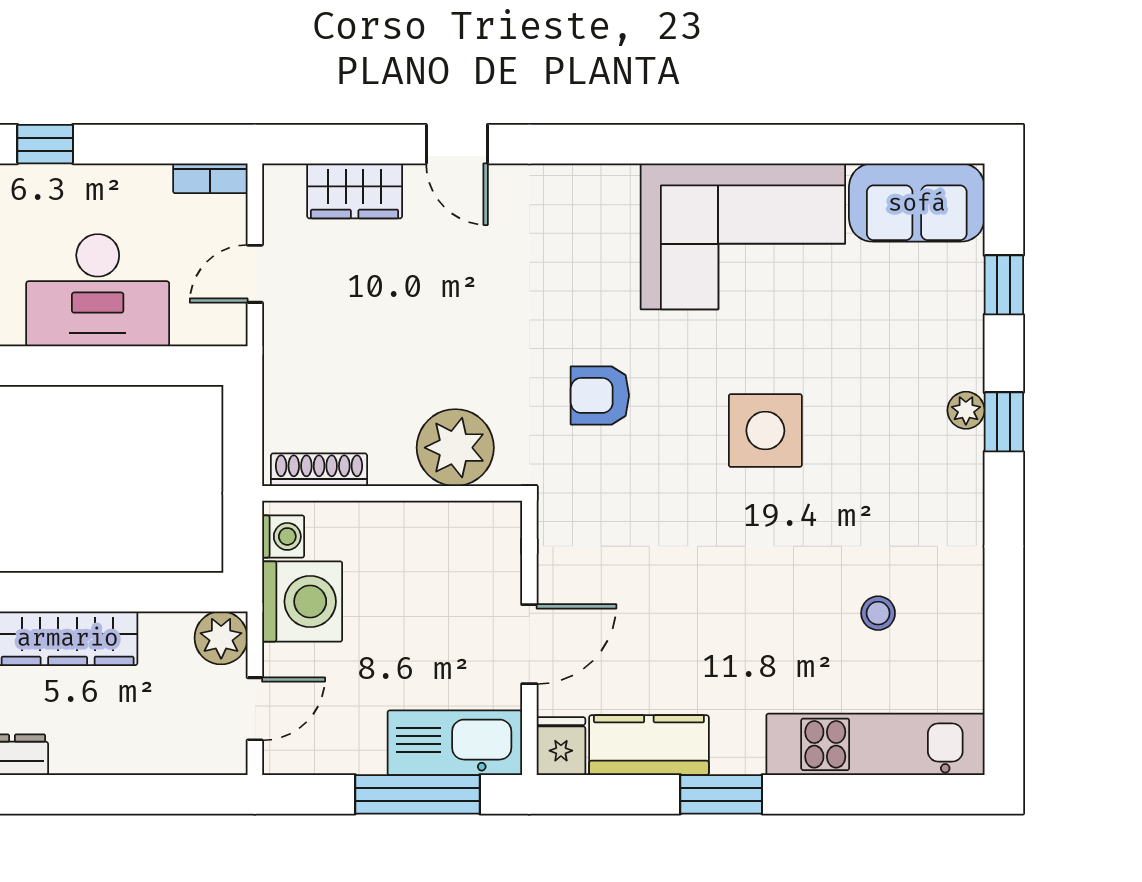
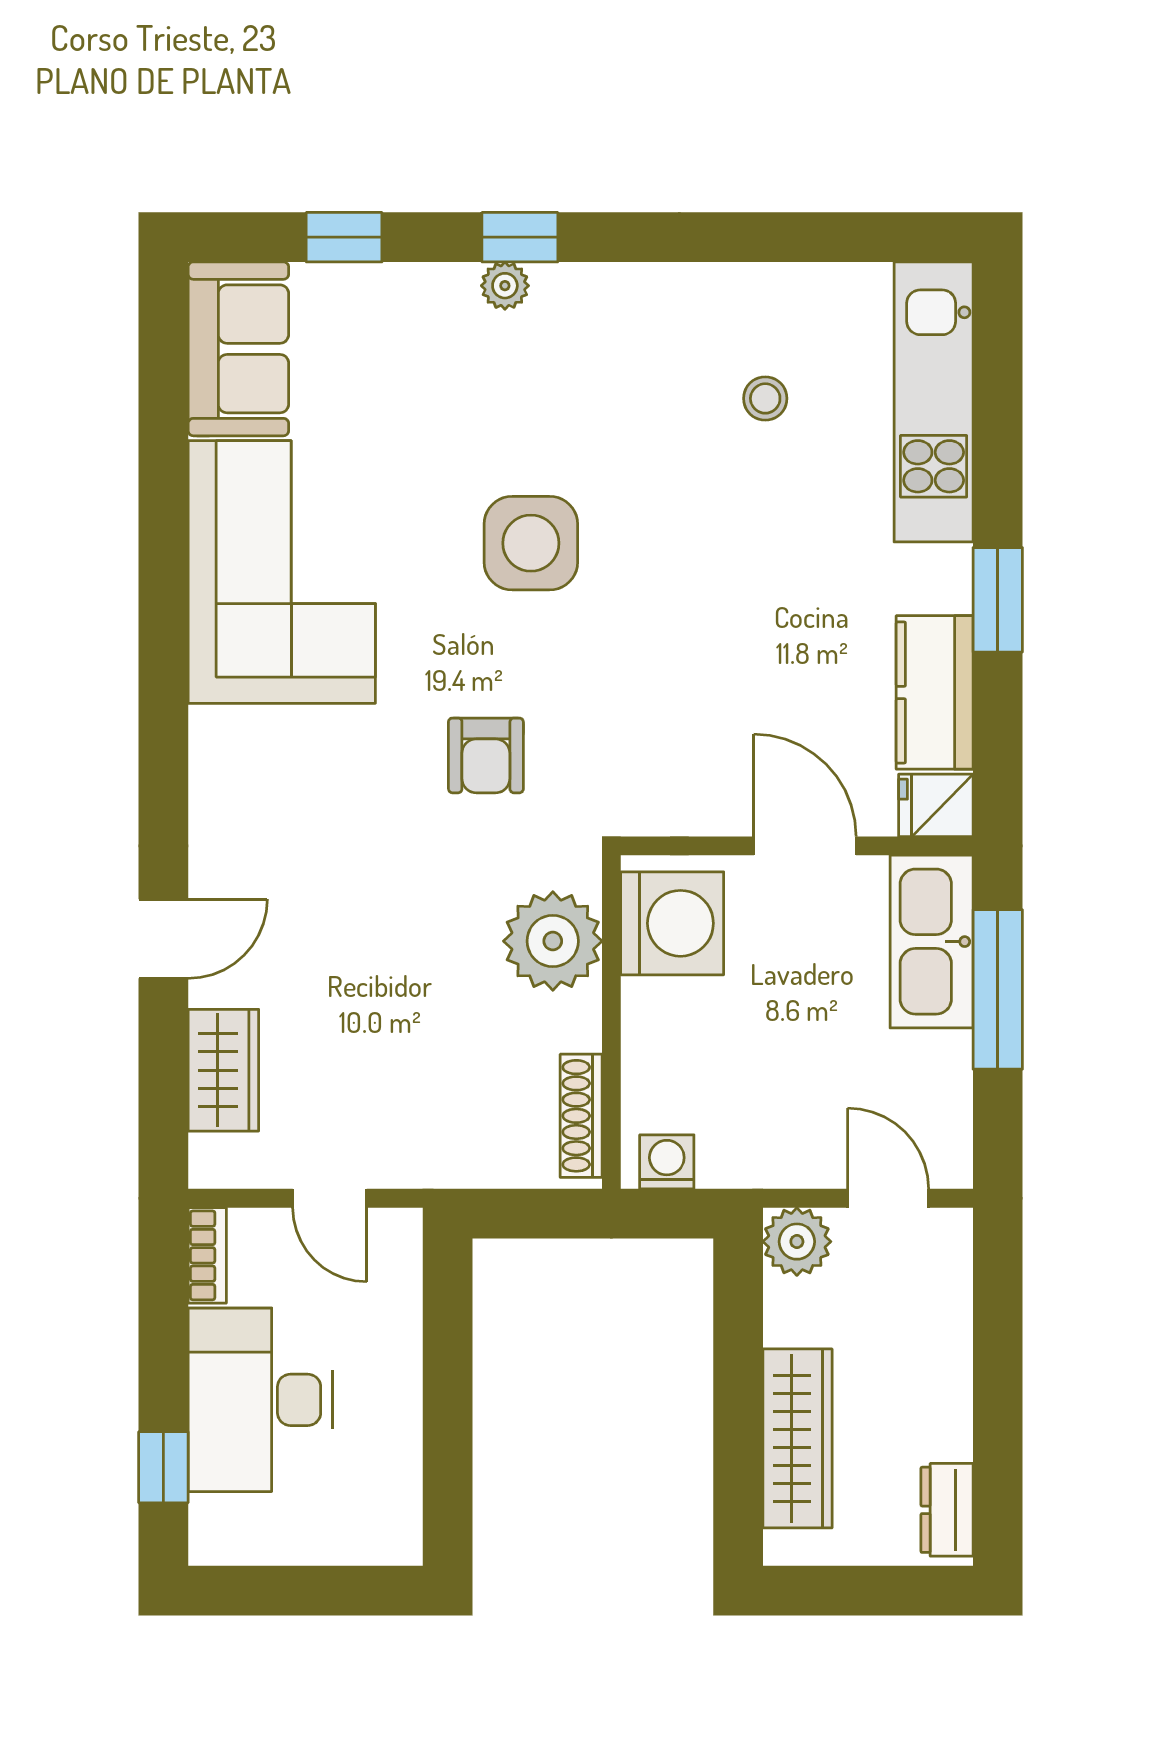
desk: (98, 290) -> (260, 1400), moved, turned 180
washing machine: (302, 602) -> (672, 923), moved, turned 90

